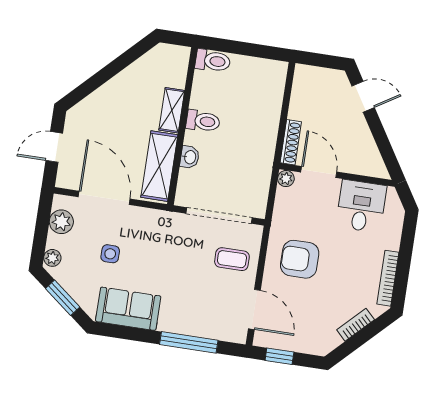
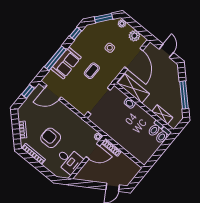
window: (116, 66) -> (184, 95), added
shelving: (172, 110) -> (162, 115), moved
toilet: (203, 121) -> (155, 129), moved
door: (104, 198) -> (134, 59), hinge flipped
coffee table: (232, 259) -> (92, 71), moved
armchair: (300, 259) -> (51, 138), moved, turned -90
sofa: (128, 309) -> (66, 63), moved
window: (121, 332) -> (76, 33), added

